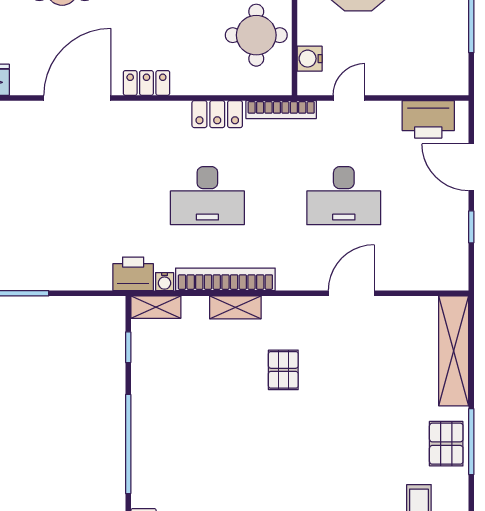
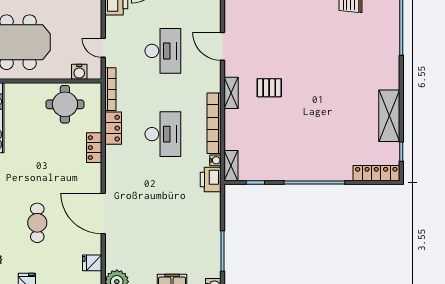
locker: (146, 83) -> (94, 148), moved
shelving: (235, 307) -> (231, 93), moved

